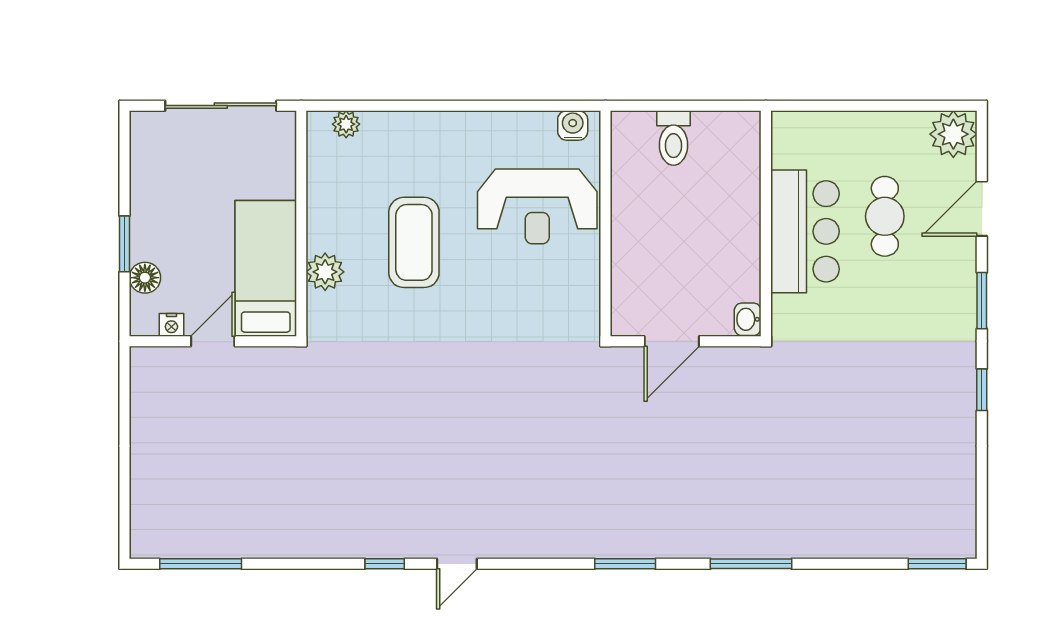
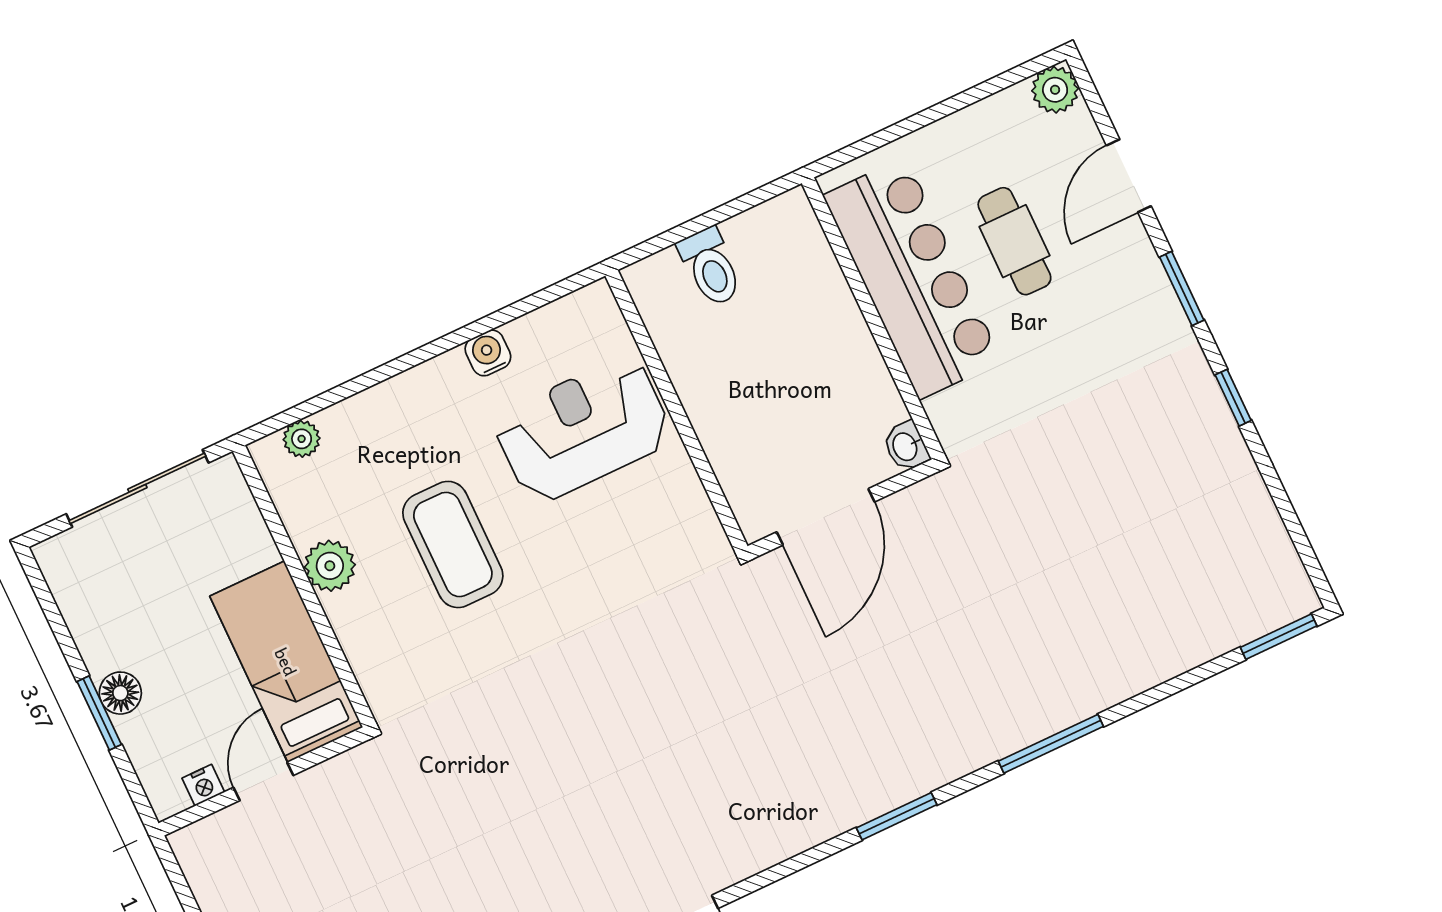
water cooler: (573, 125) -> (488, 353), moved
plant: (953, 134) -> (1055, 90), width x0.73, depth x0.73
reception desk: (537, 206) -> (583, 429), turned 180
bar counter: (805, 231) -> (912, 278), width x1.36
plant: (325, 272) -> (330, 566), moved
floor lamp: (145, 278) -> (120, 693), moved
door: (672, 341) -> (826, 517), width x1.36

